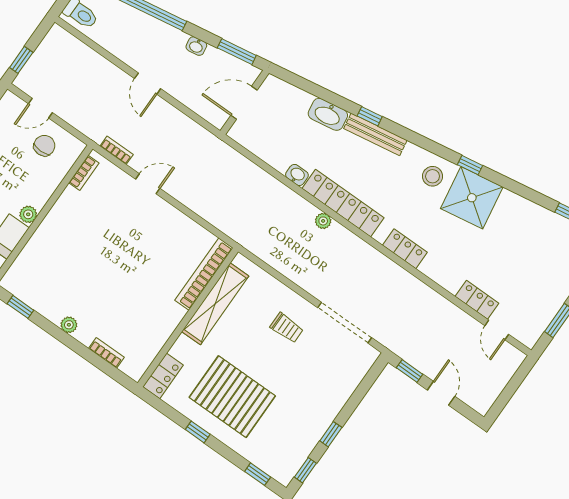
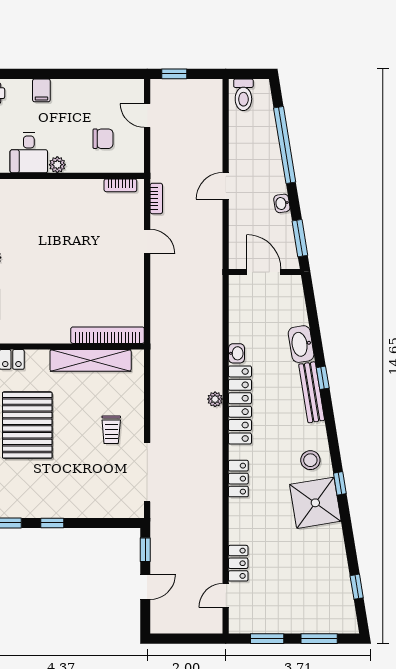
chair: (44, 146) -> (103, 139), moved

